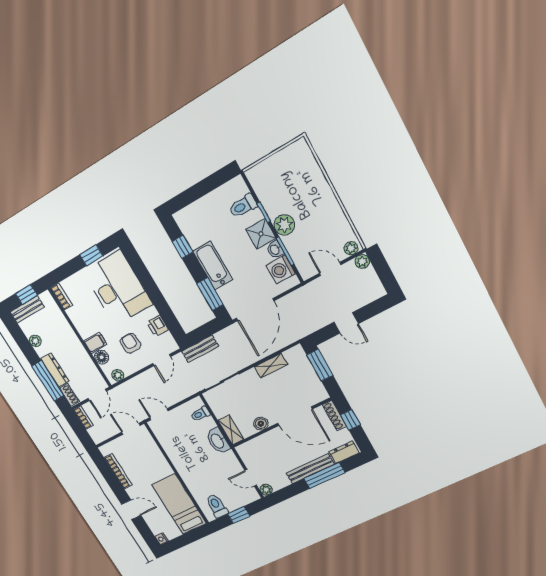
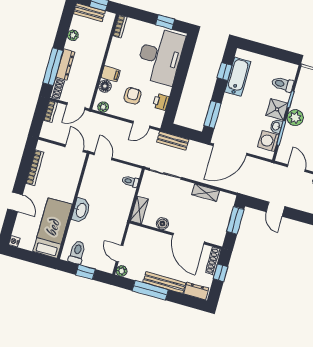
bathtub: (213, 266) -> (238, 77), moved
washbasin: (218, 441) -> (81, 210), moved, turned 180
window: (324, 476) -> (150, 290), moved

